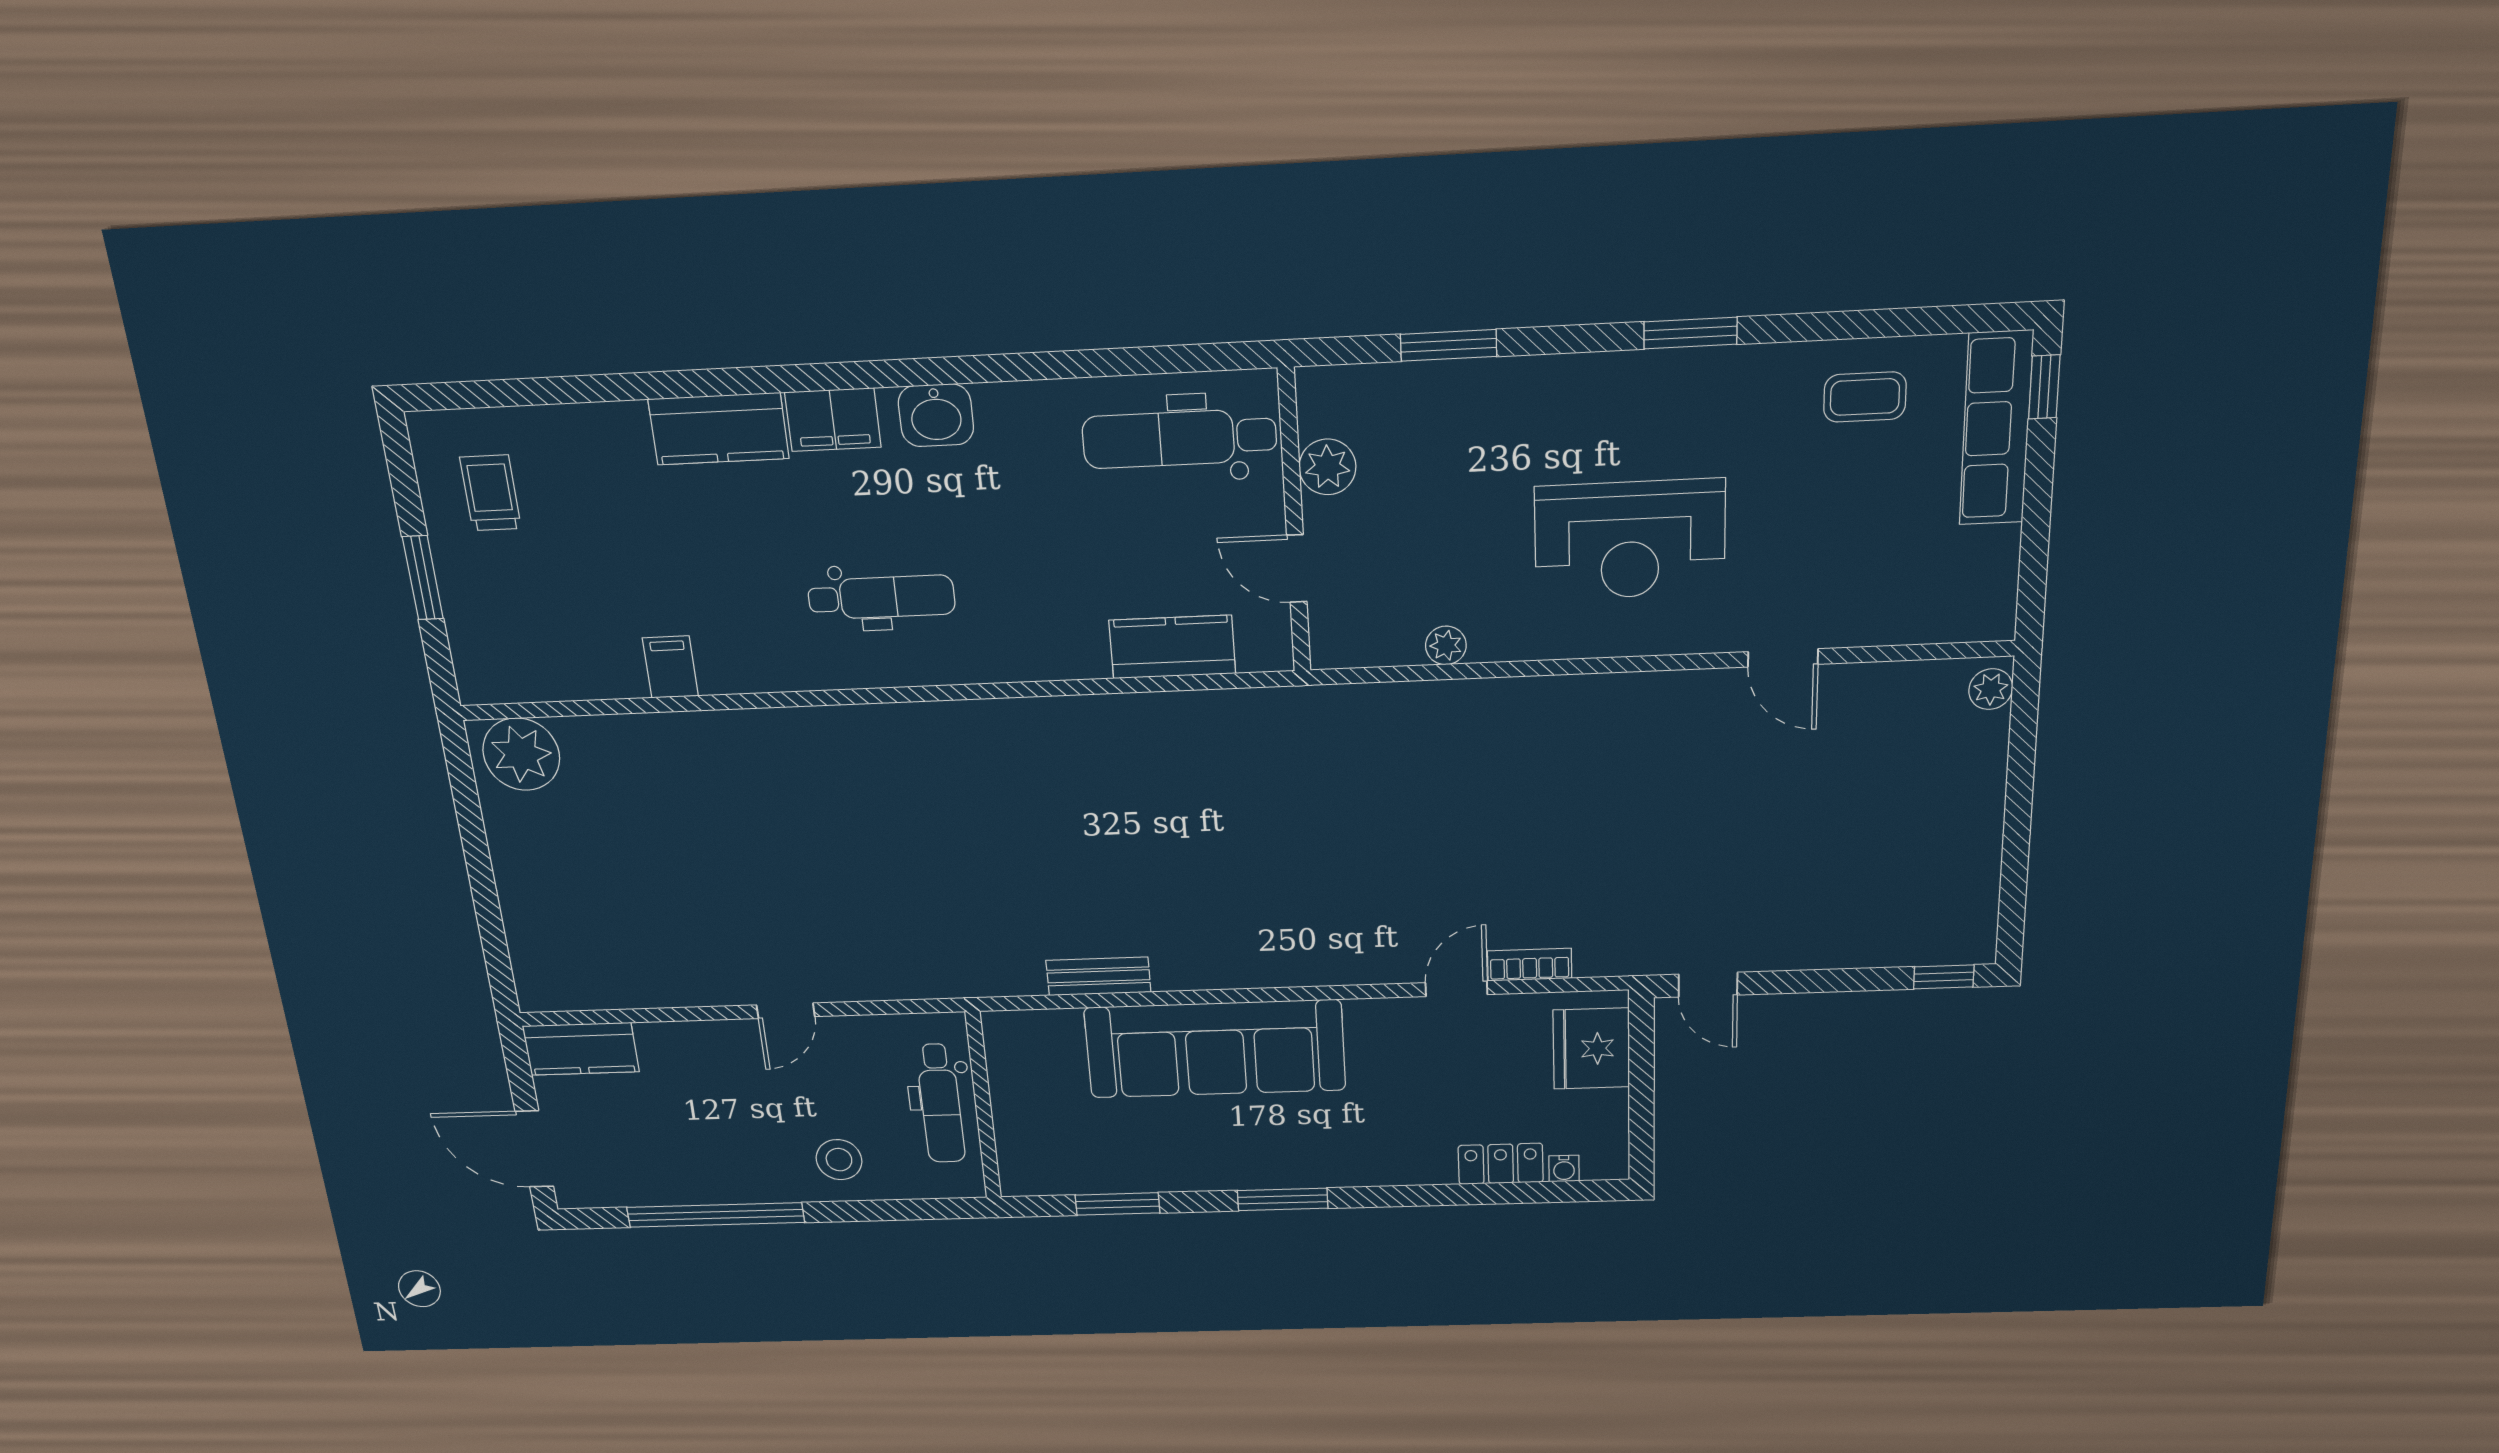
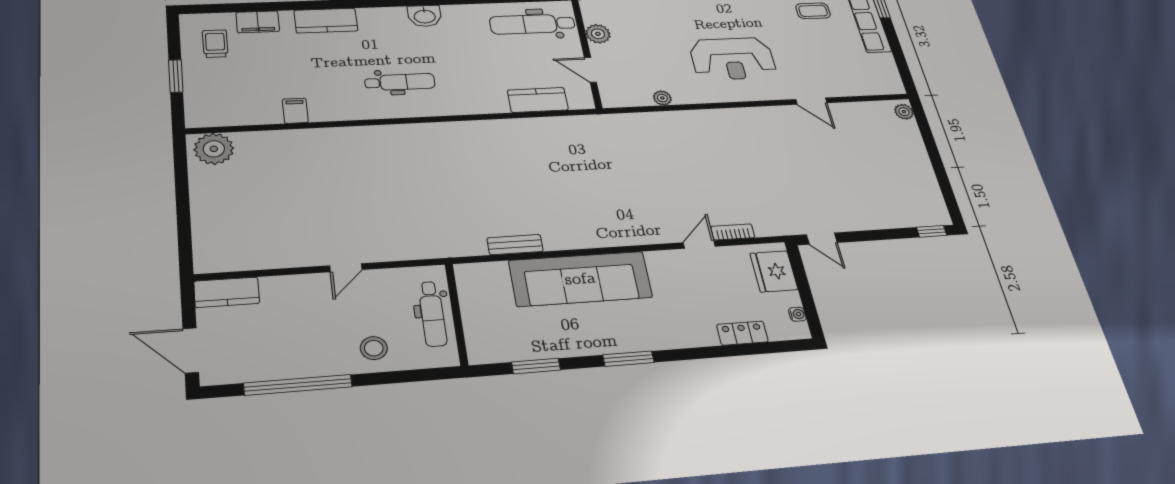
filing cabinet: (833, 420) -> (258, 22), moved
water cooler: (1564, 1169) -> (797, 314), moved, turned -90

